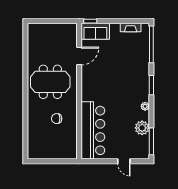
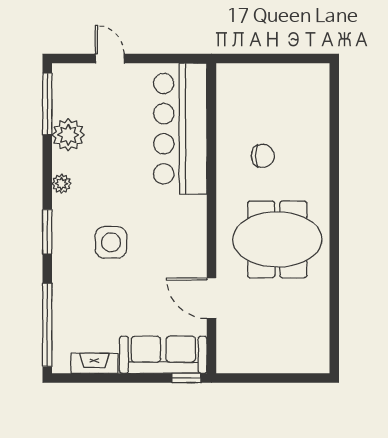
sofa: (95, 31) -> (163, 355), width x1.36
door: (79, 56) -> (212, 298), hinge flipped
side table: (123, 81) -> (111, 242), added

